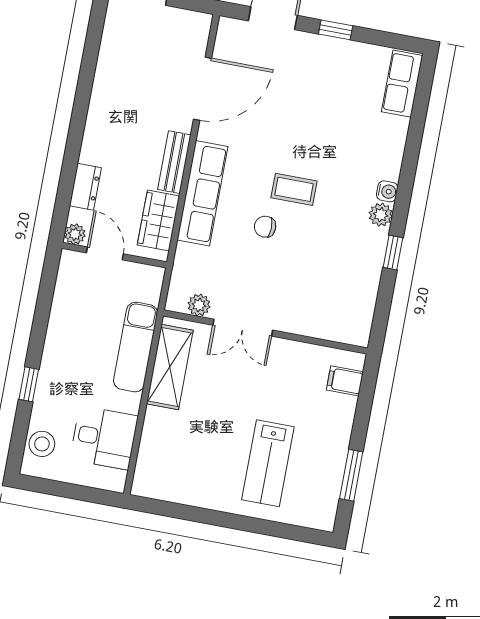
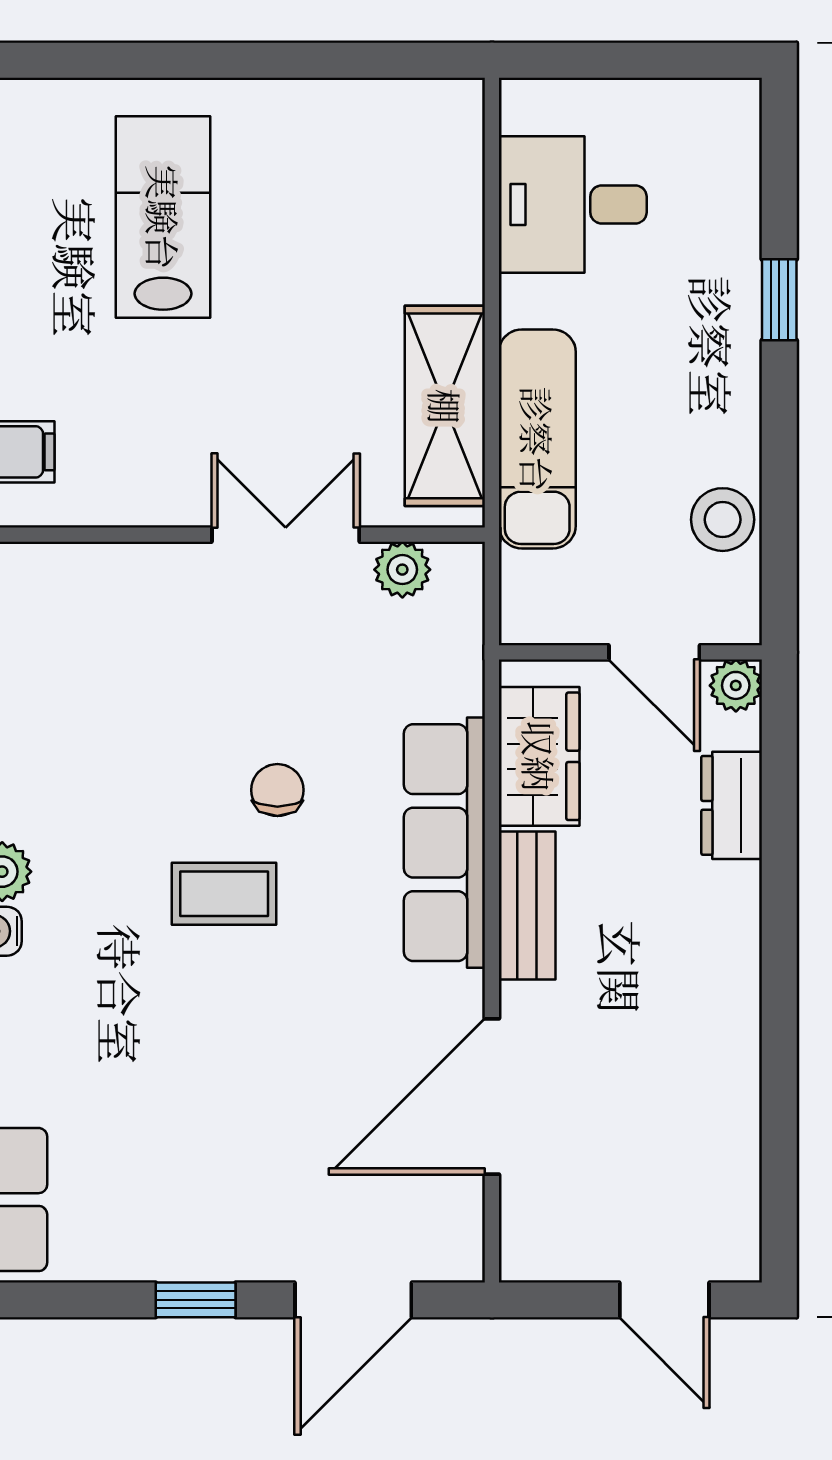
chair: (265, 227) -> (277, 790), turned -90
stool: (42, 444) -> (723, 520), moved

